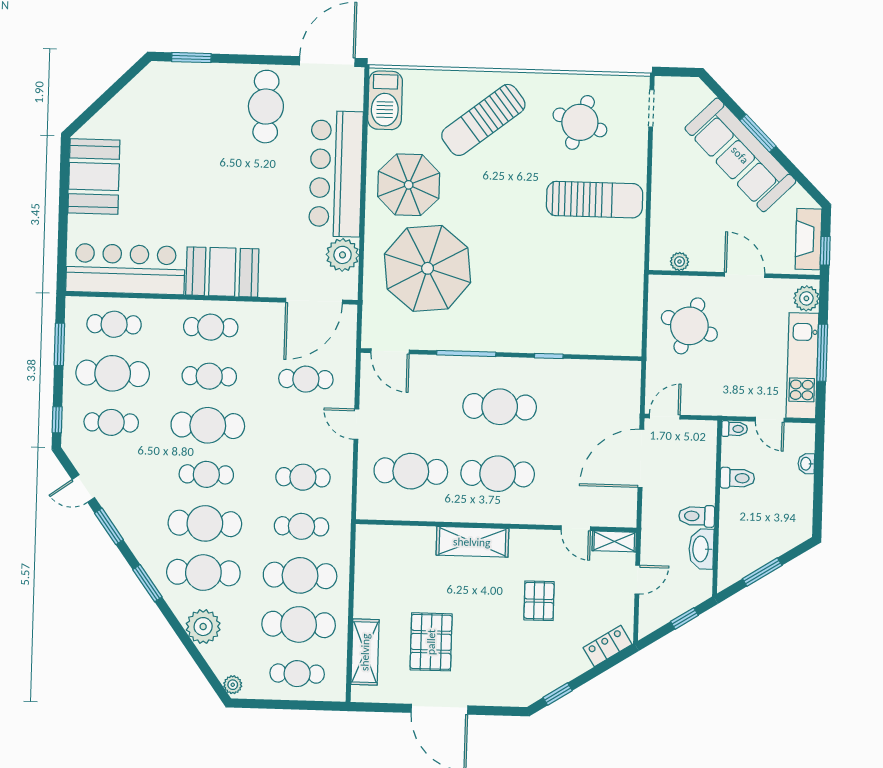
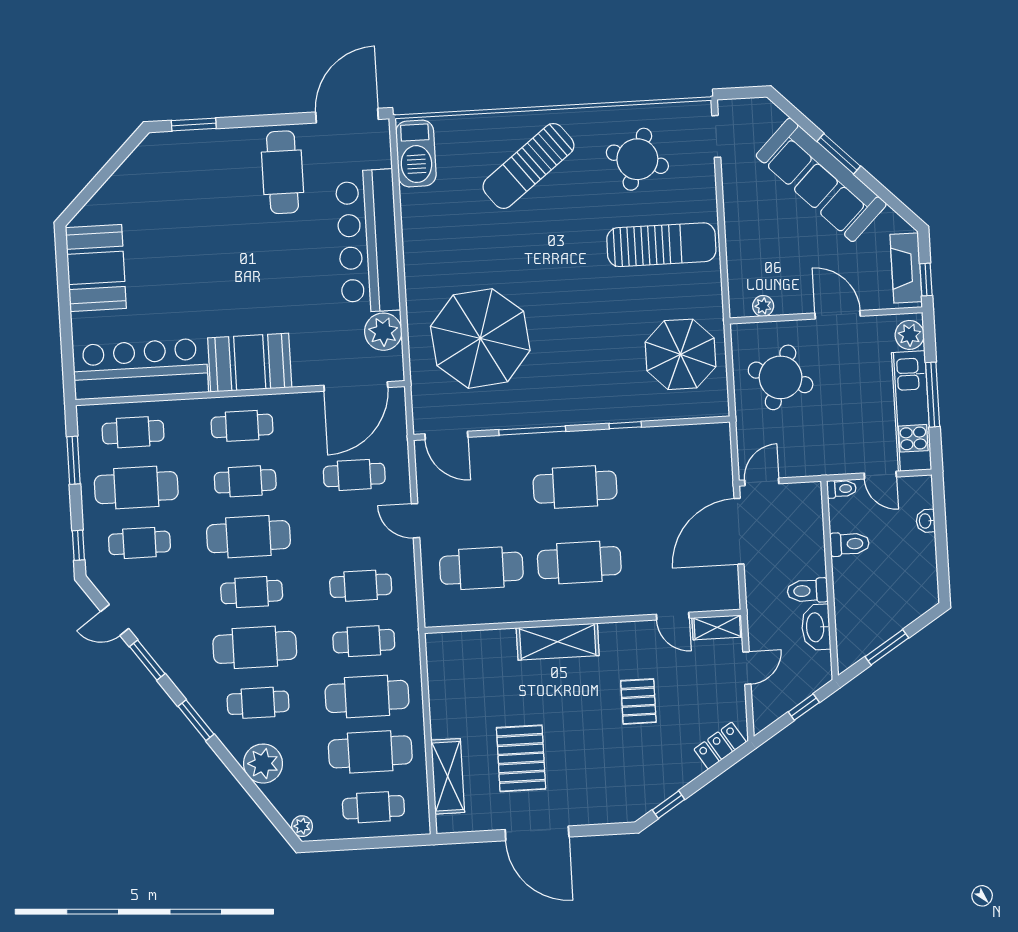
parasol: (409, 185) -> (680, 354), moved
cafe table: (203, 573) -> (258, 703), width x0.73, depth x0.74

